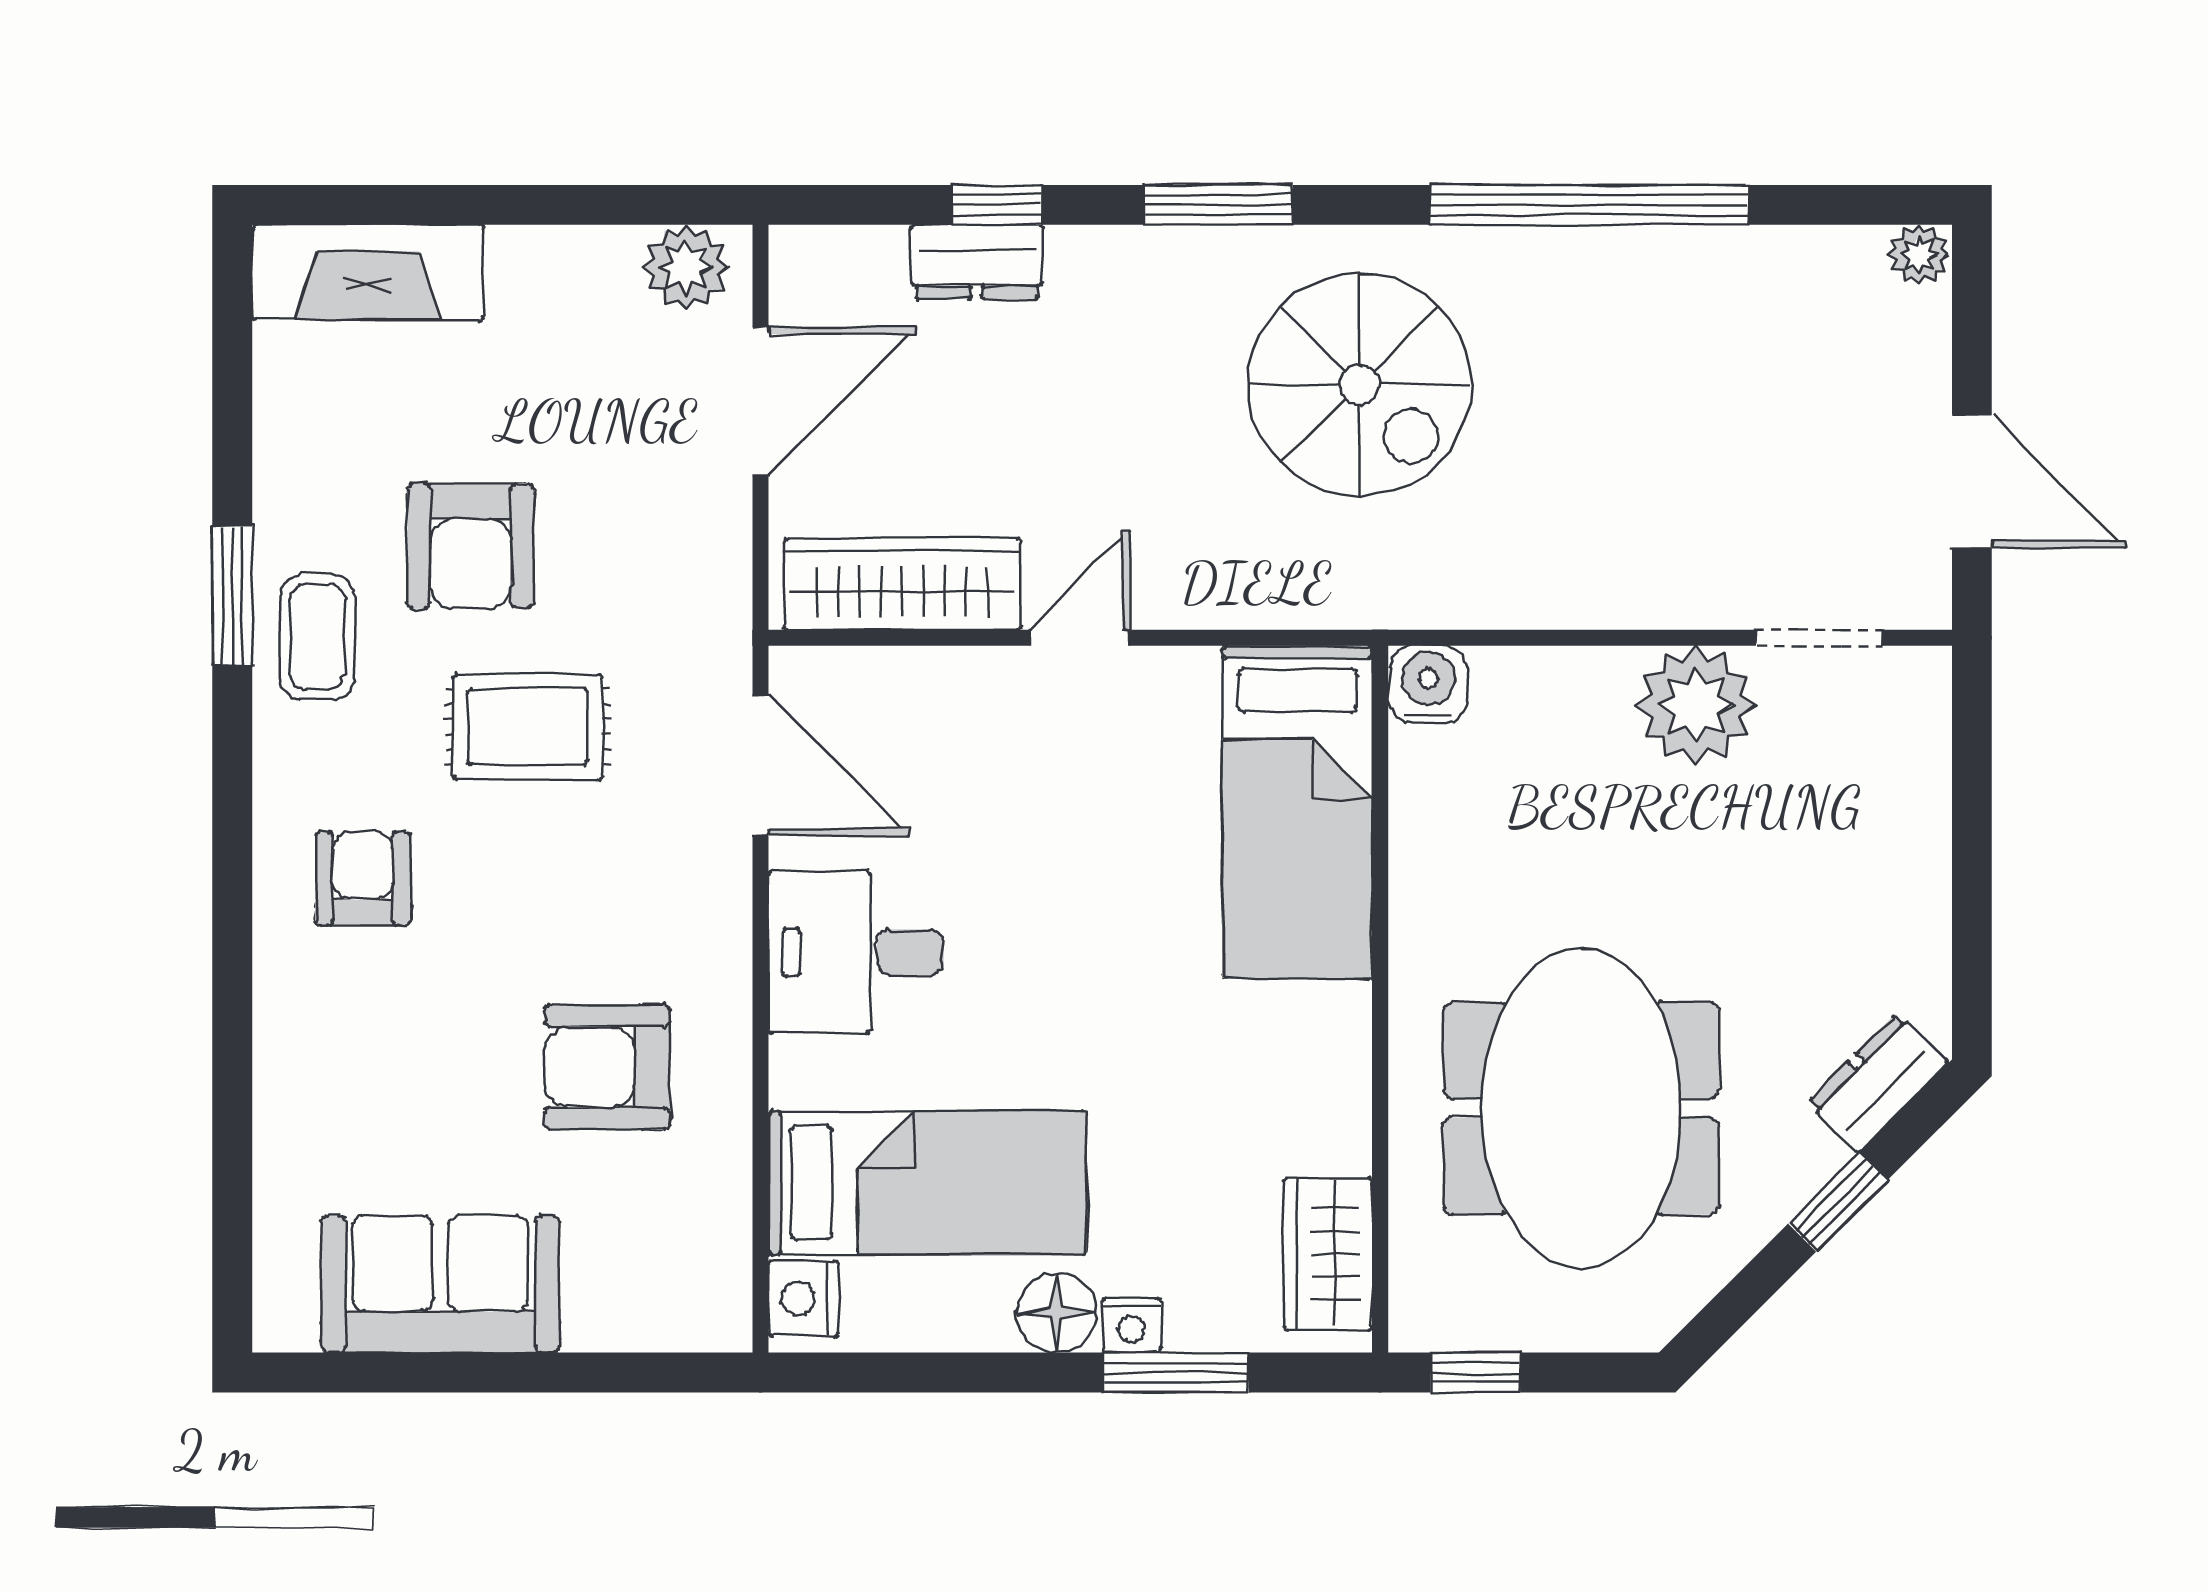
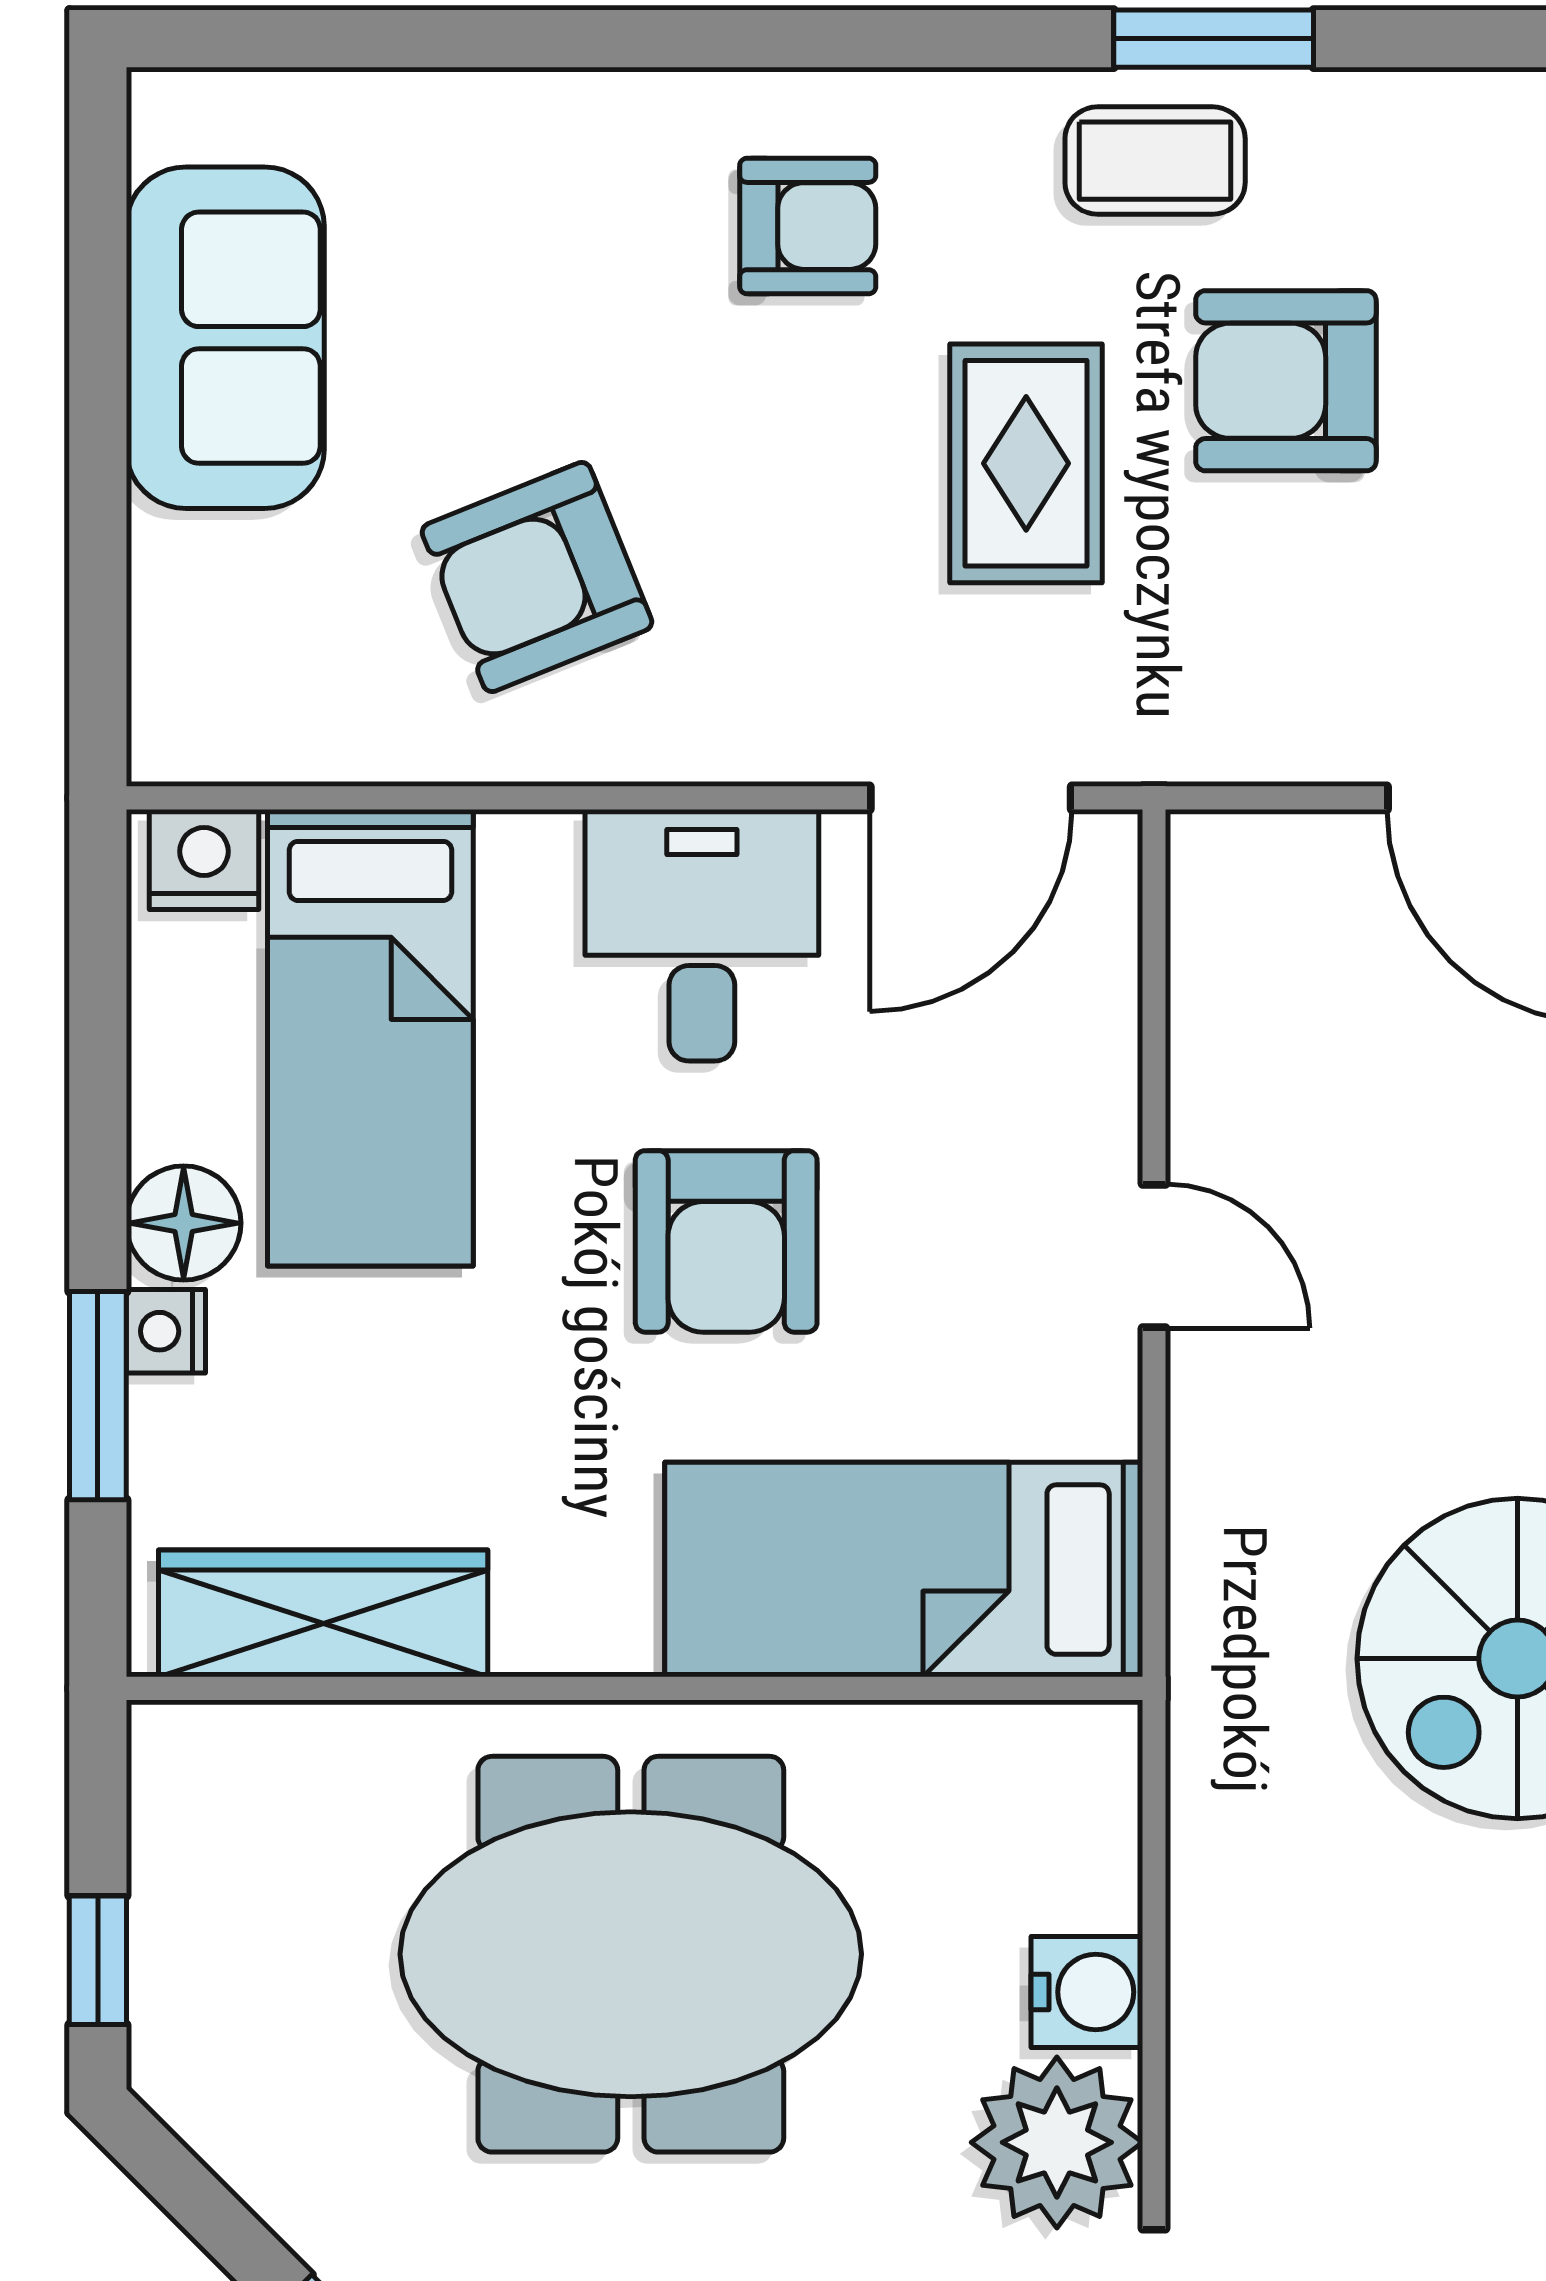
wardrobe: (903, 584) -> (1231, 1002), removed
water cooler: (1428, 684) -> (1087, 1992), moved
armchair: (1069, 935) -> (726, 1241), added
armchair: (607, 1067) -> (537, 577), turned -112
meeting table: (1581, 1108) -> (631, 1954), moved
wardrobe: (1328, 1254) -> (323, 1613), width x1.50
window: (1475, 1372) -> (98, 1960), moved

